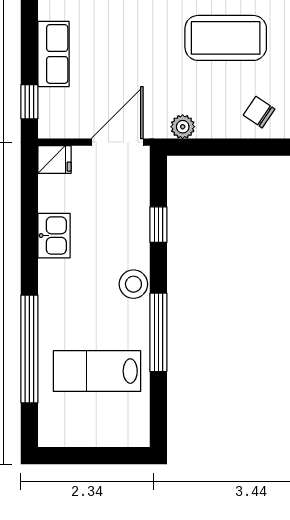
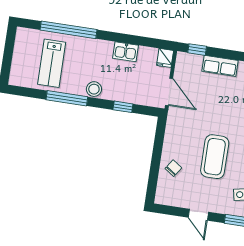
plant: (183, 127) -> (172, 127), removed
lab bench: (97, 371) -> (52, 63), turned 180

